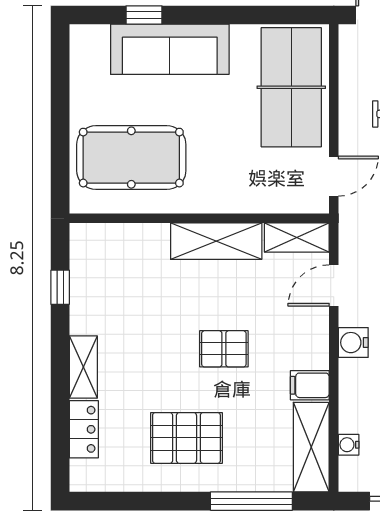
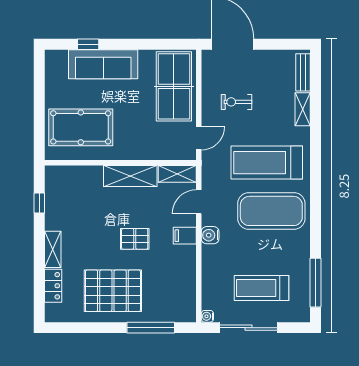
filing cabinet: (310, 385) -> (185, 236), moved
pallet: (186, 438) -> (113, 291), width x1.37, depth x1.41
water cooler: (349, 445) -> (207, 316), moved
shelving: (311, 447) -> (186, 296), removed

